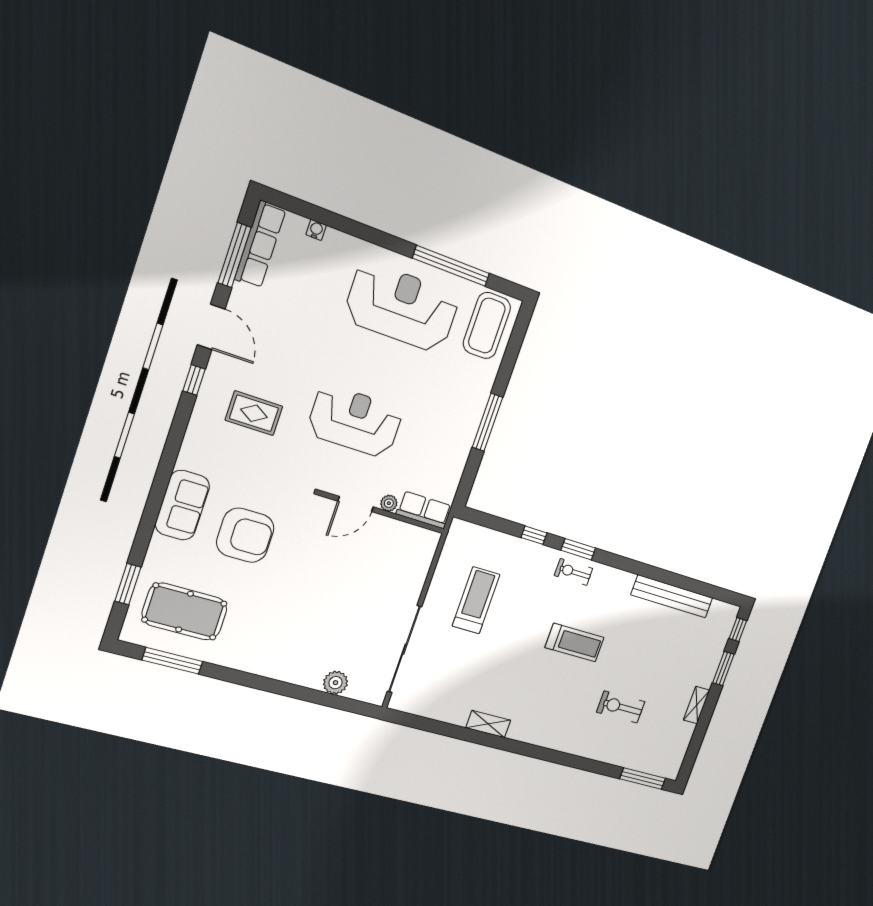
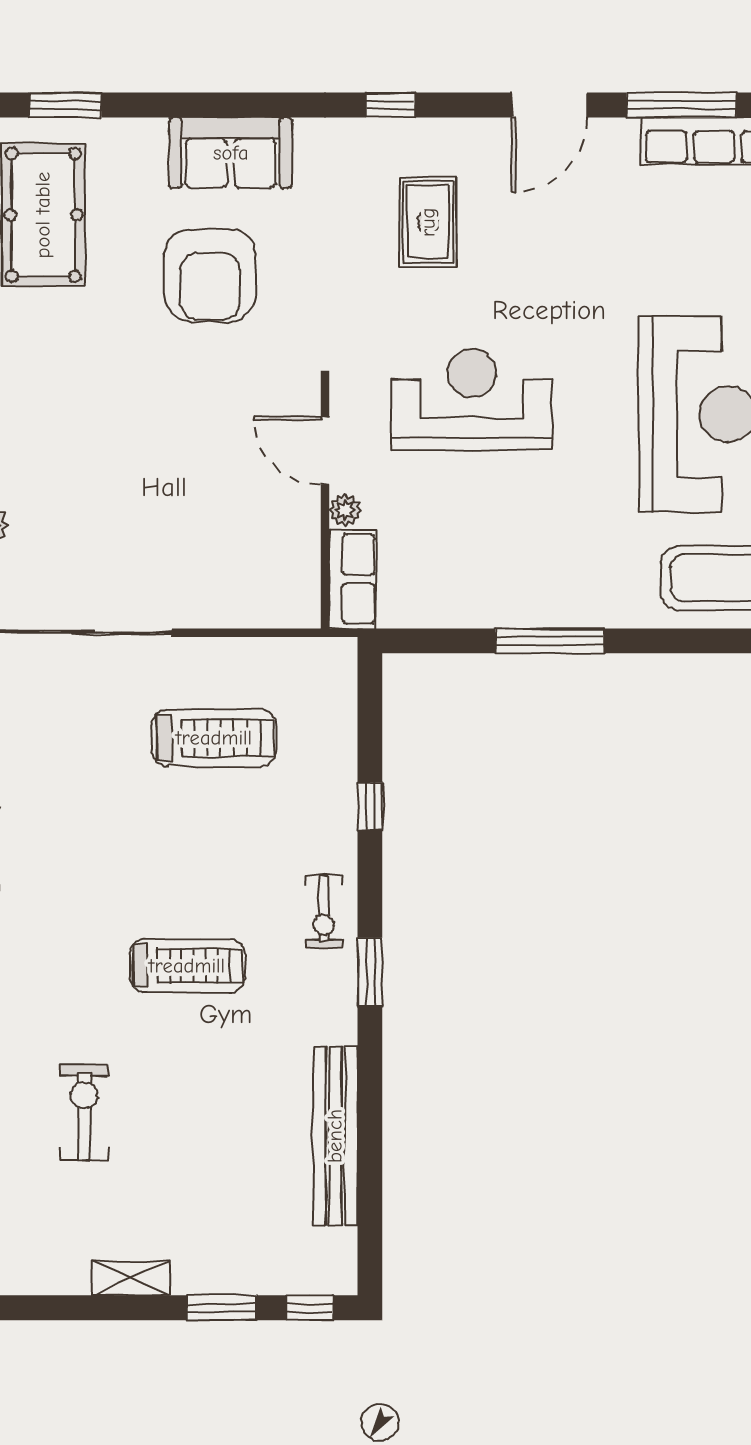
window: (194, 380) -> (390, 105), moved
reception desk: (355, 421) -> (472, 400), turned -90
window: (578, 549) -> (370, 972), moved
exercise bike: (574, 572) -> (324, 912), turned 180
treadmill: (575, 643) -> (187, 966), turned -90

